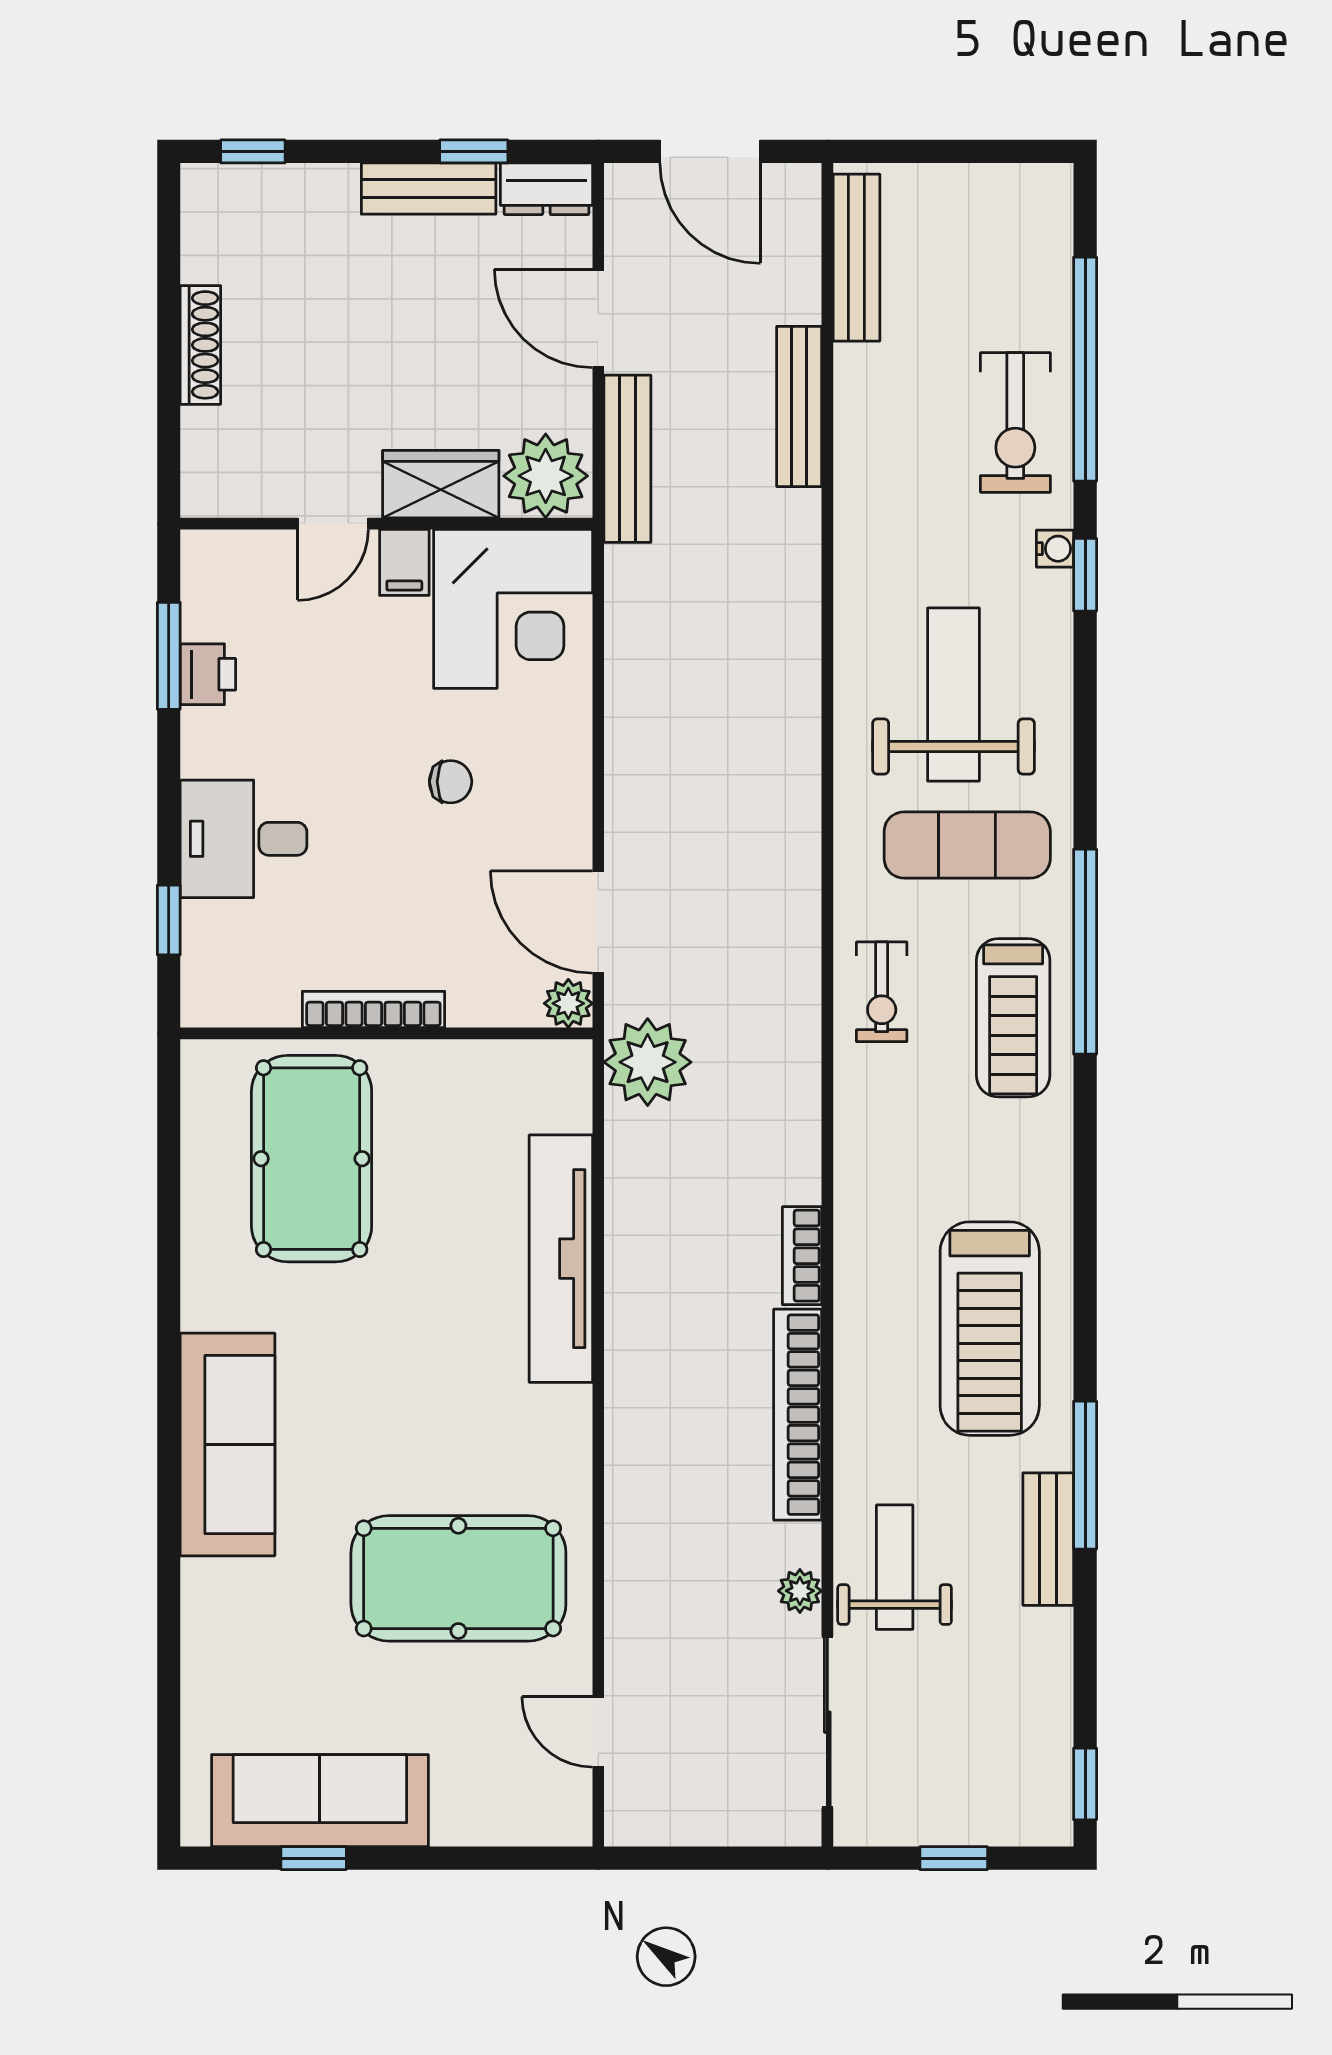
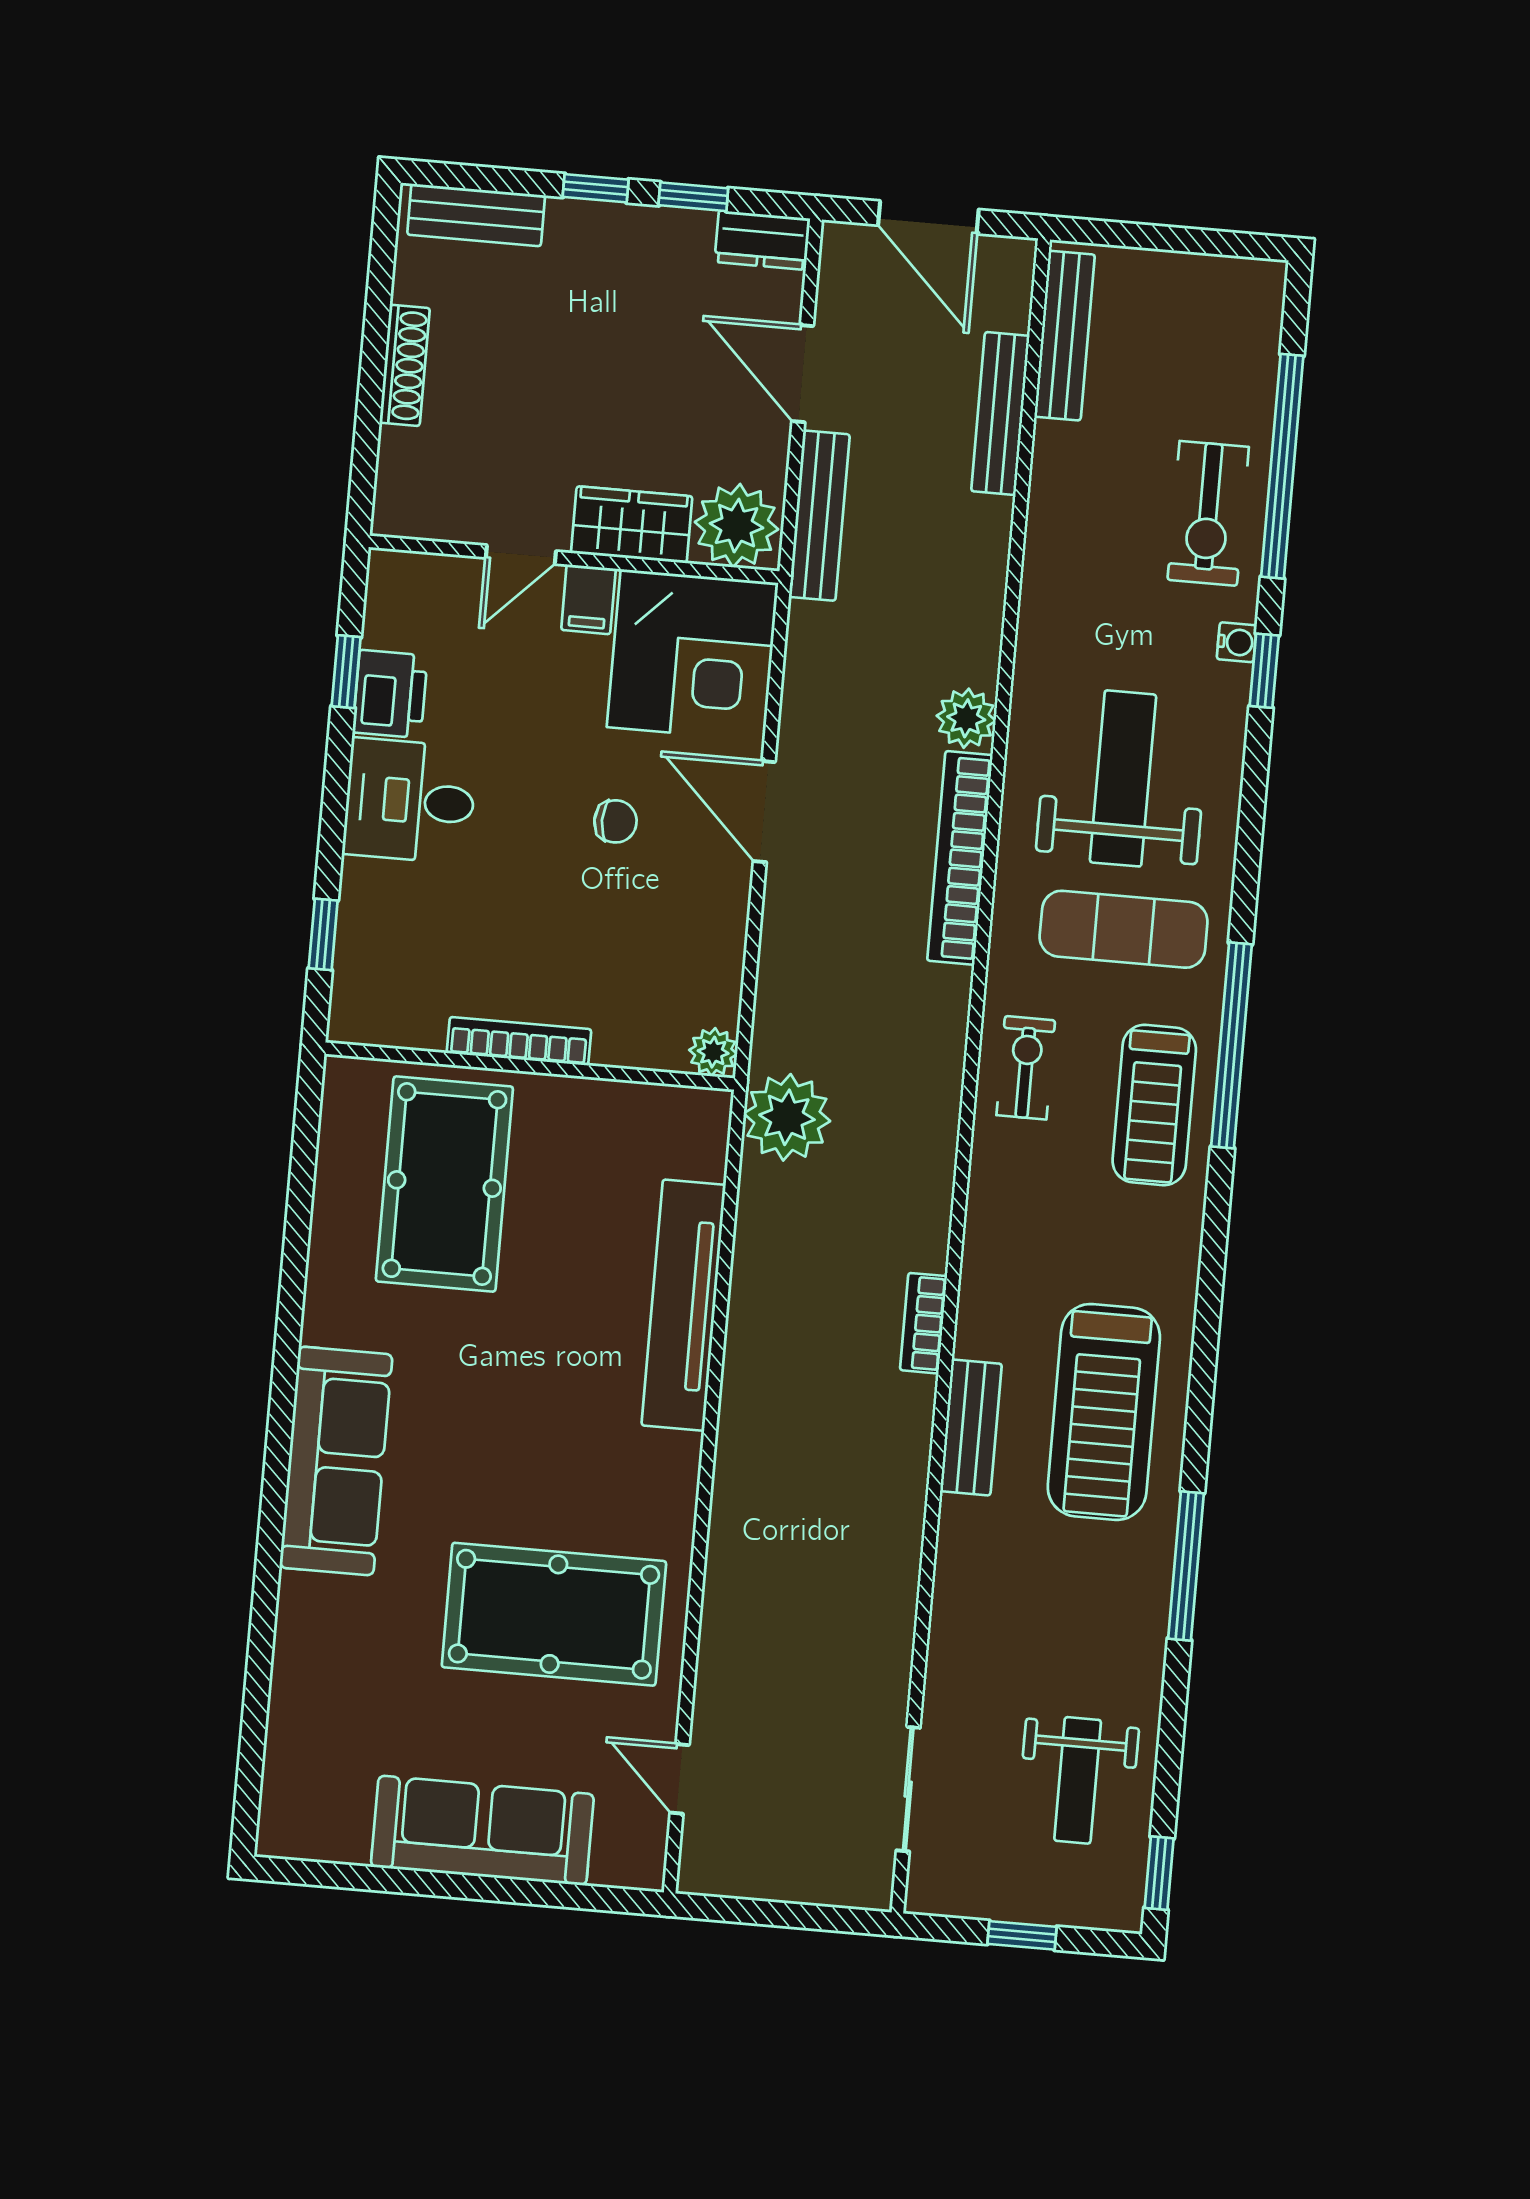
window: (253, 151) -> (596, 188), moved
bench: (429, 189) -> (476, 215), moved
bench: (799, 406) -> (1000, 413), moved
window: (169, 656) -> (346, 672), width x0.67
printer: (208, 674) -> (390, 694), width x1.36, depth x1.24
desk: (244, 839) -> (410, 801), moved
door: (598, 922) -> (764, 812), moved
exercise bike: (882, 992) -> (1026, 1068), turned 180
bookcase: (798, 1415) -> (960, 858), moved
bench: (1048, 1539) -> (971, 1427), moved
weight bench: (895, 1567) -> (1078, 1780), moved, turned 180
plant: (800, 1591) -> (966, 718), moved, width x1.38, depth x1.38
sliding door: (827, 1722) -> (908, 1789), width x0.73
sofa: (320, 1801) -> (482, 1831), moved
window: (314, 1858) -> (386, 1880), removed

